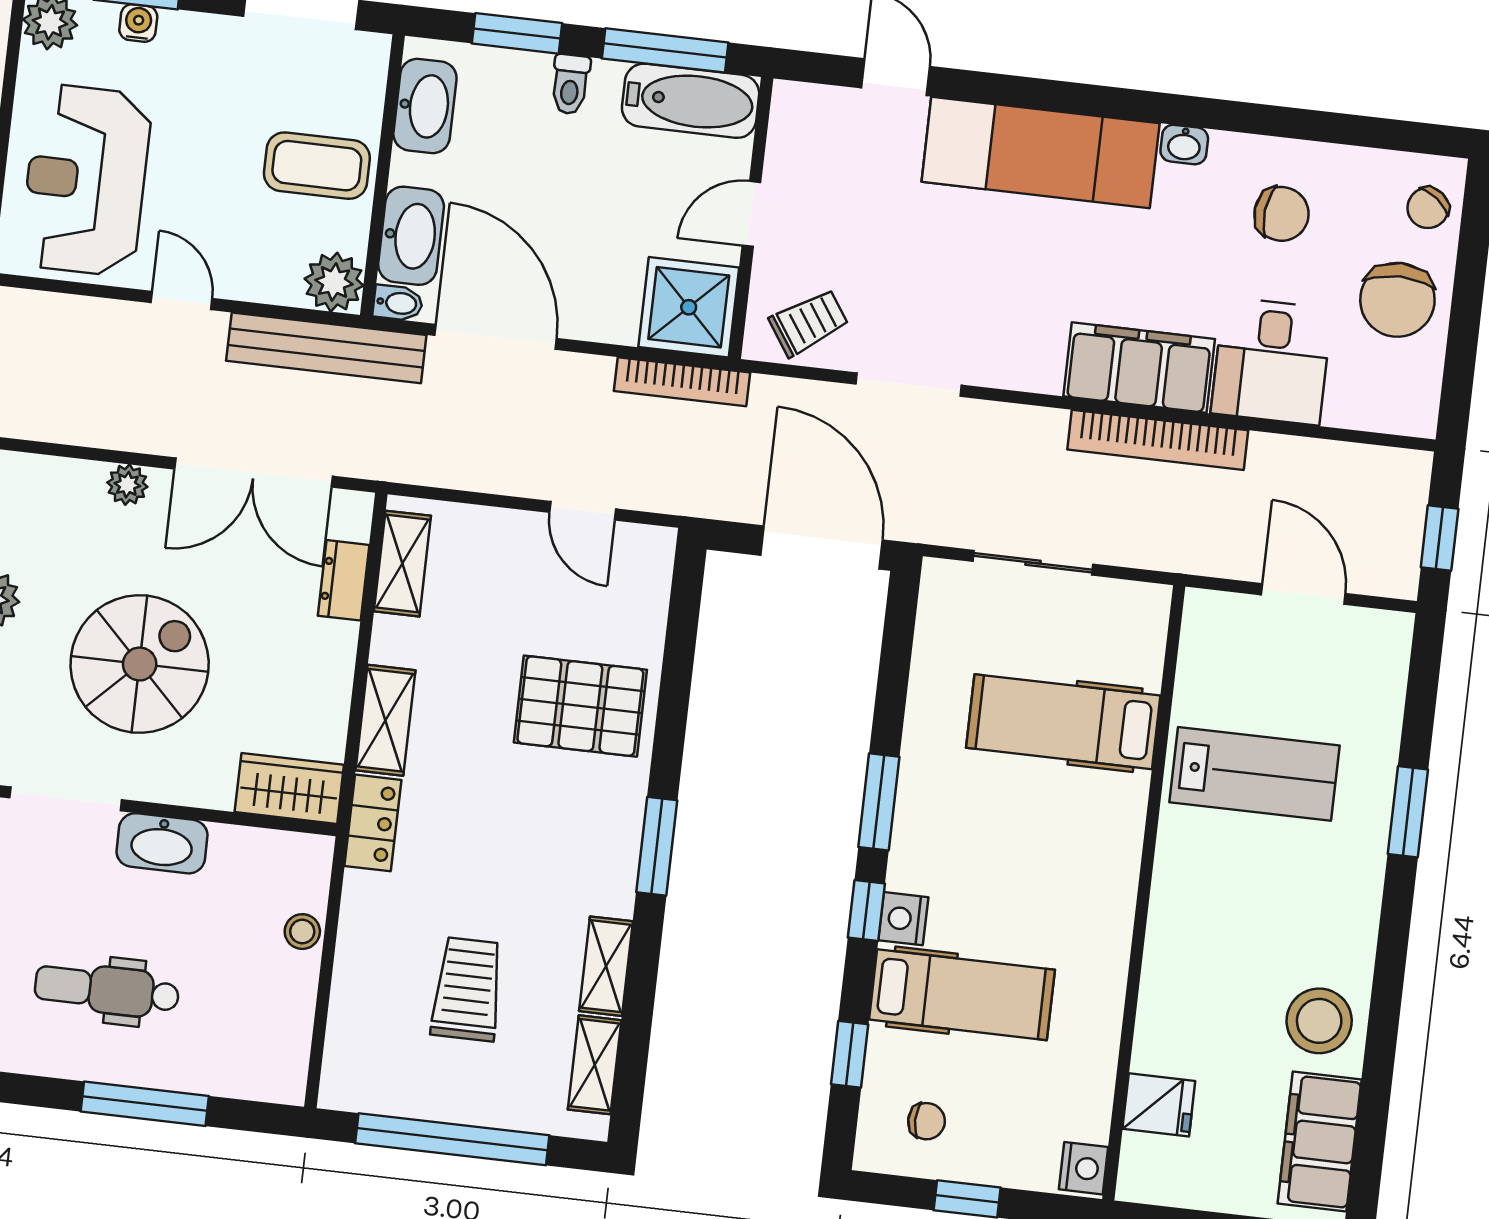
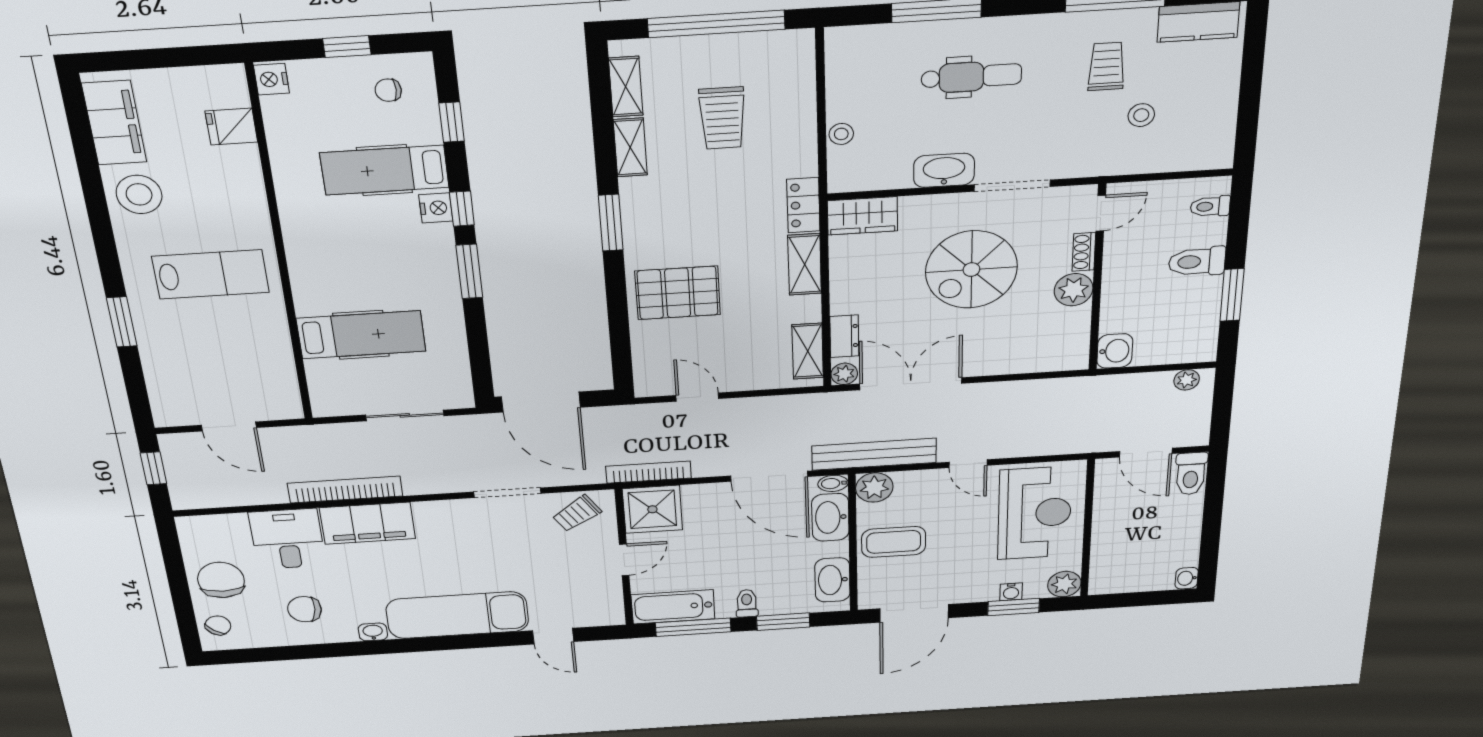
plant: (127, 485) -> (844, 374), moved
lab bench: (1254, 774) -> (211, 274), moved, turned 180

